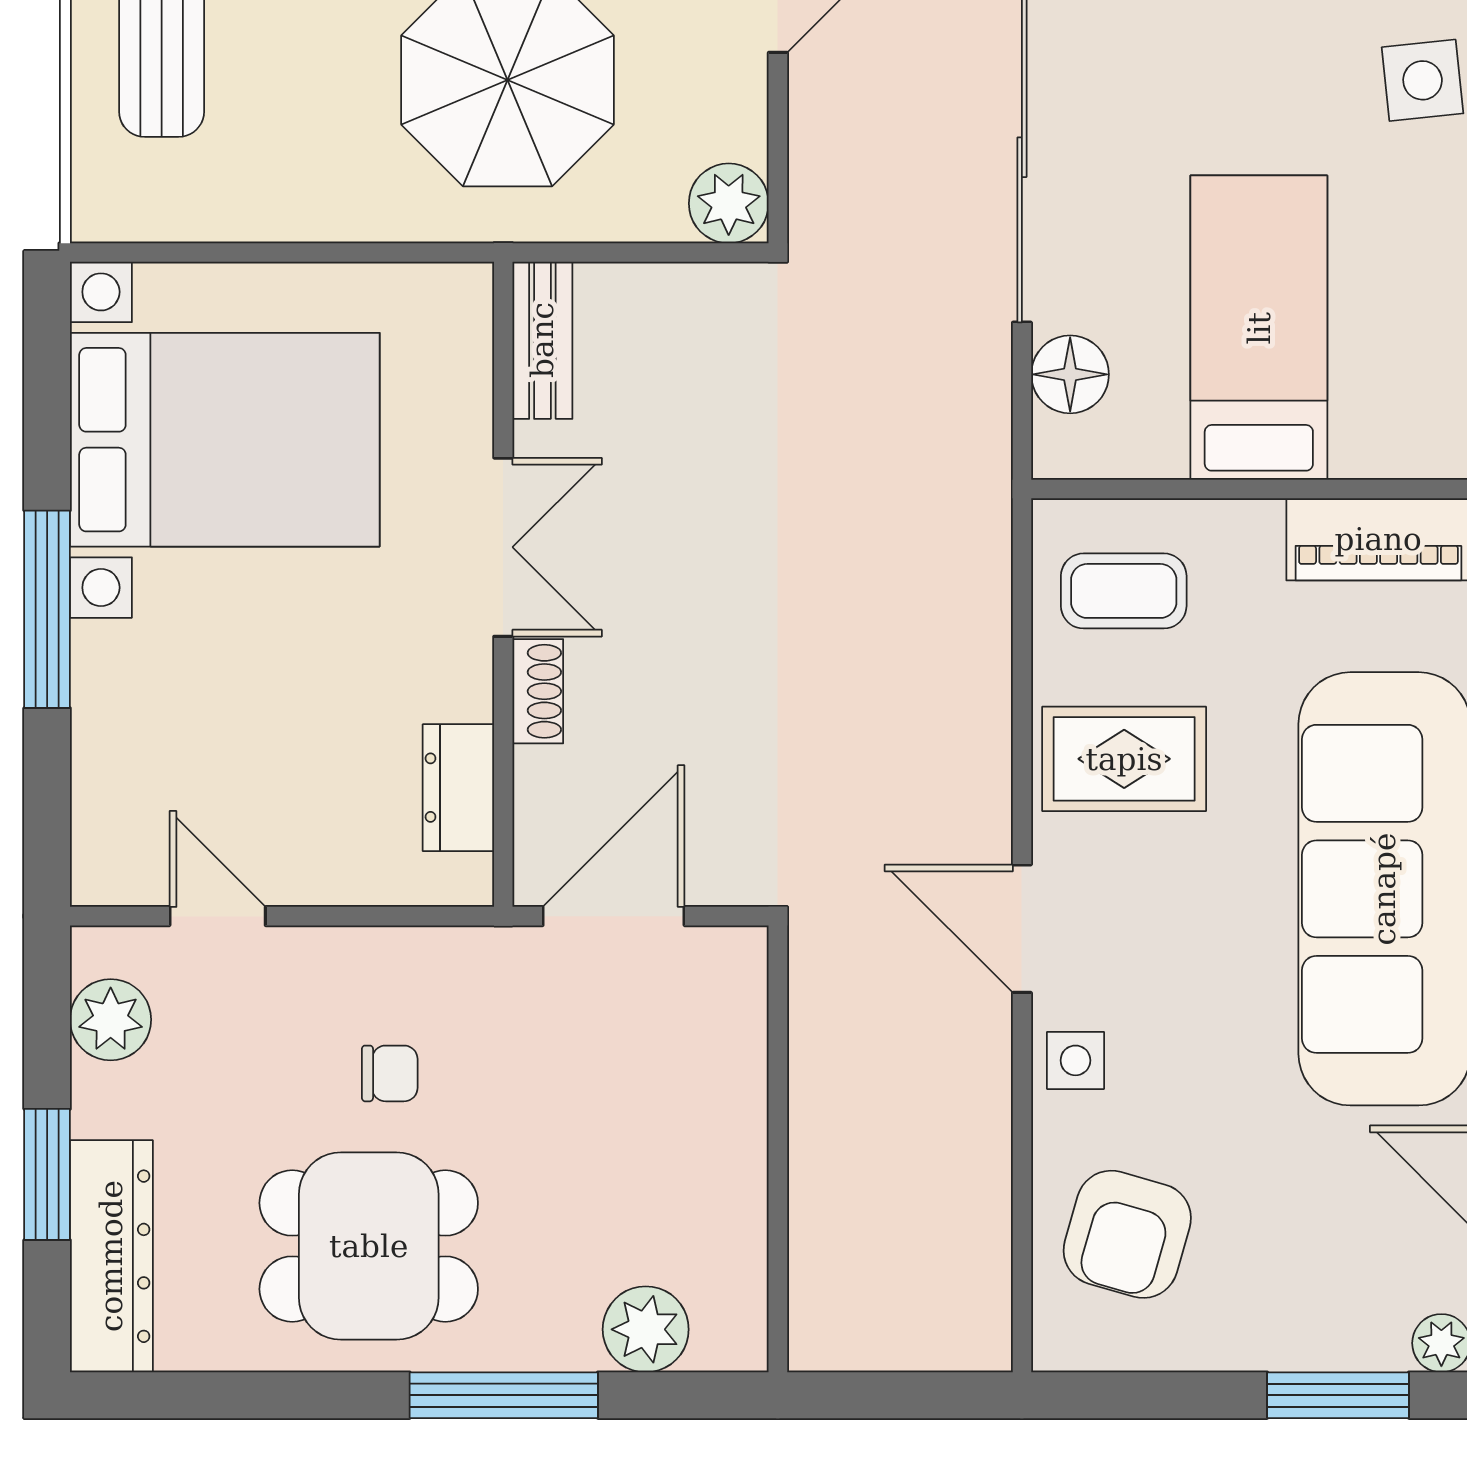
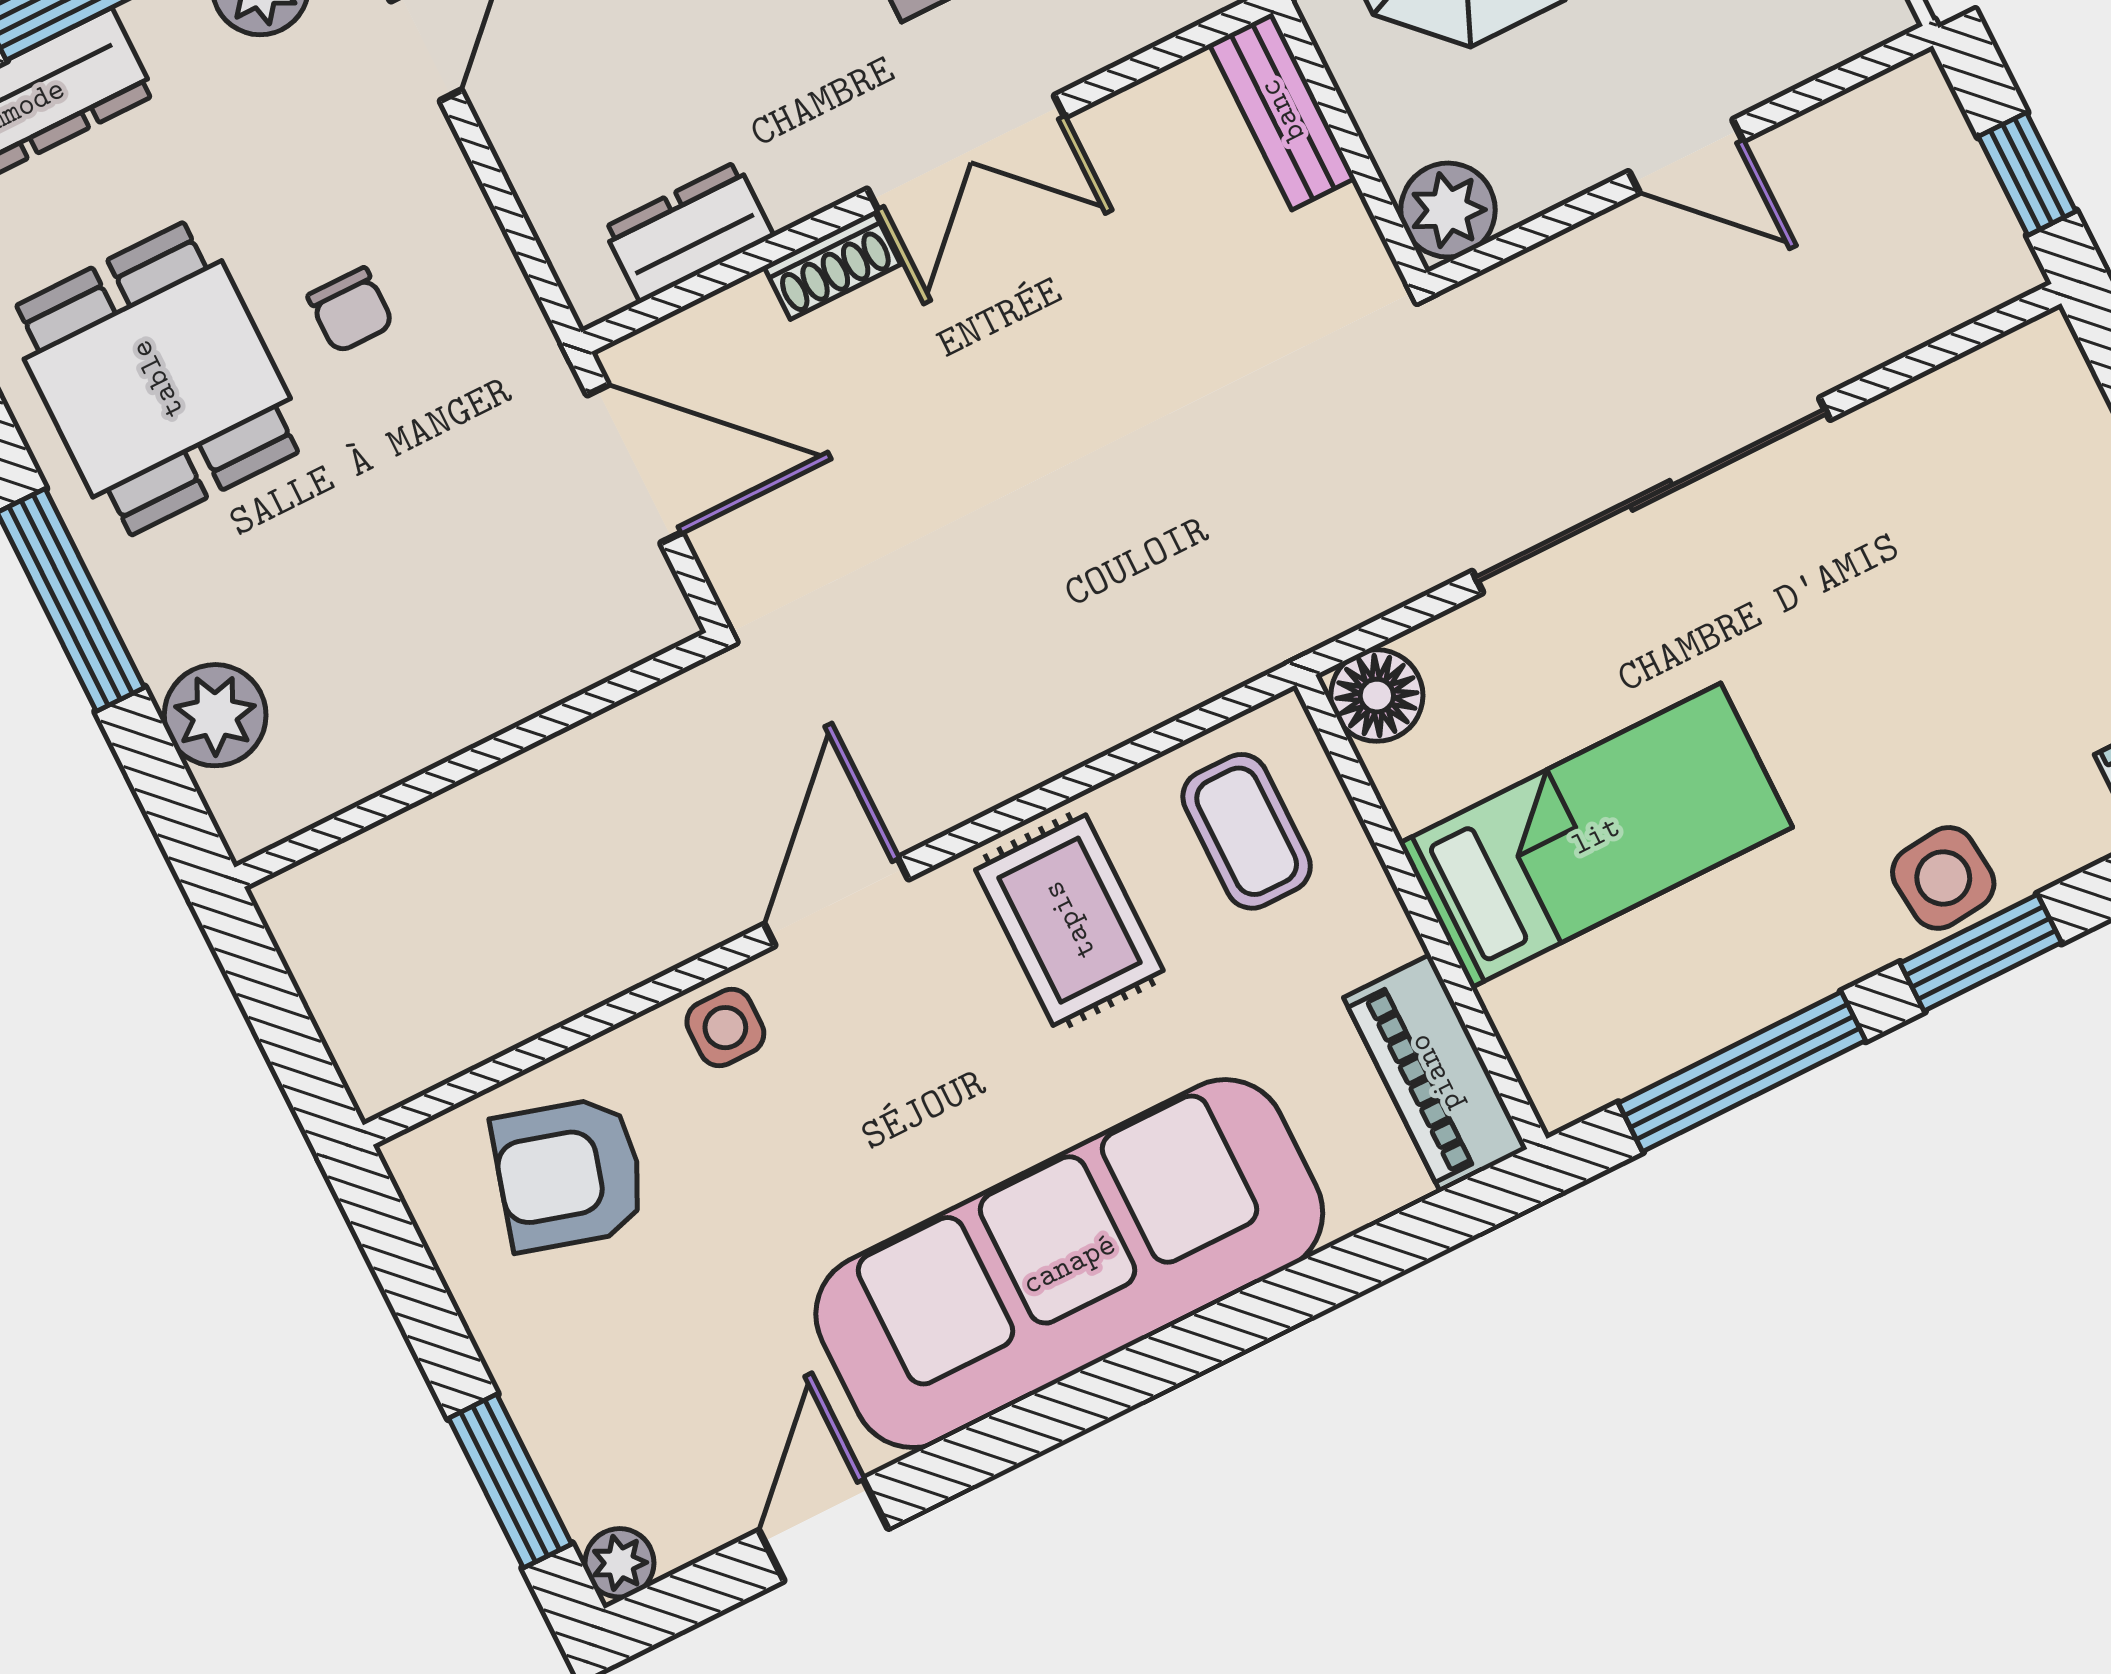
bench: (542, 340) -> (1282, 111), moved, turned 90
floor lamp: (1070, 374) -> (1377, 696), moved

